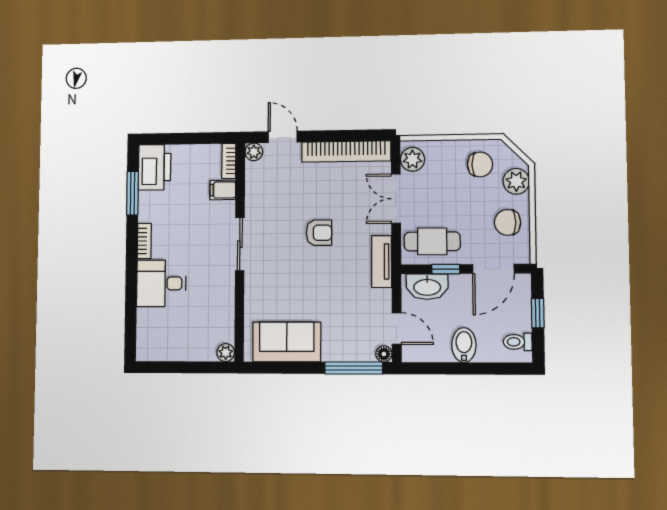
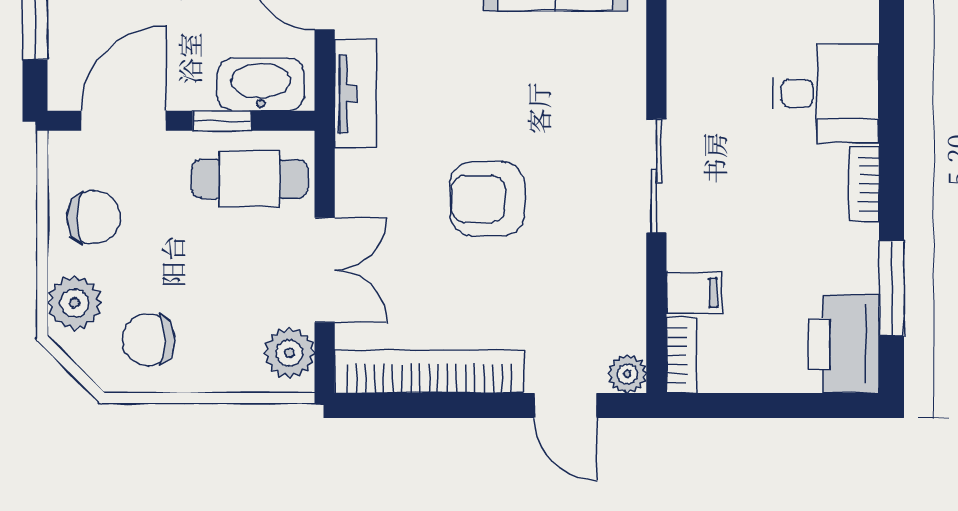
armchair: (319, 233) -> (487, 199), width x1.38, depth x1.38
tv unit: (382, 262) -> (355, 94), moved

